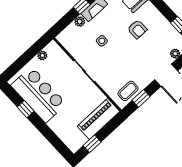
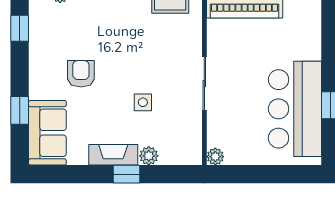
plant: (42, 56) -> (215, 157), moved

